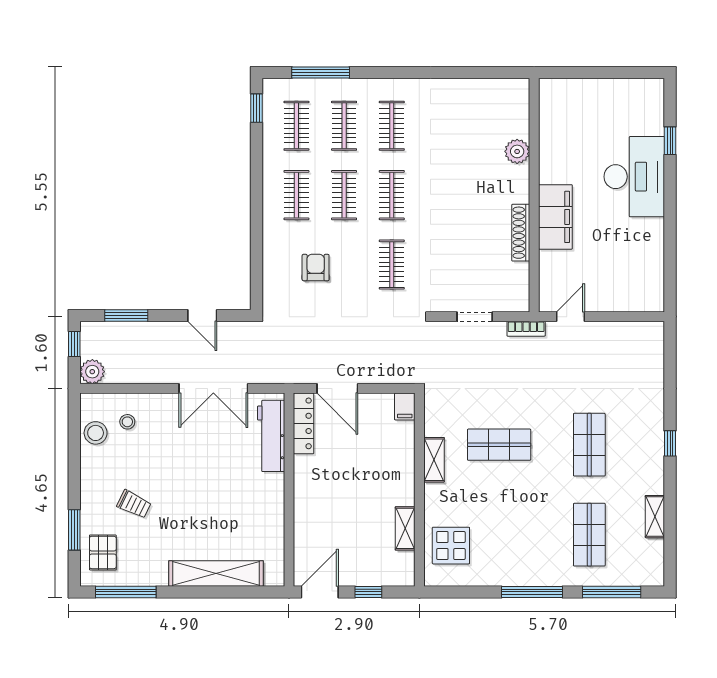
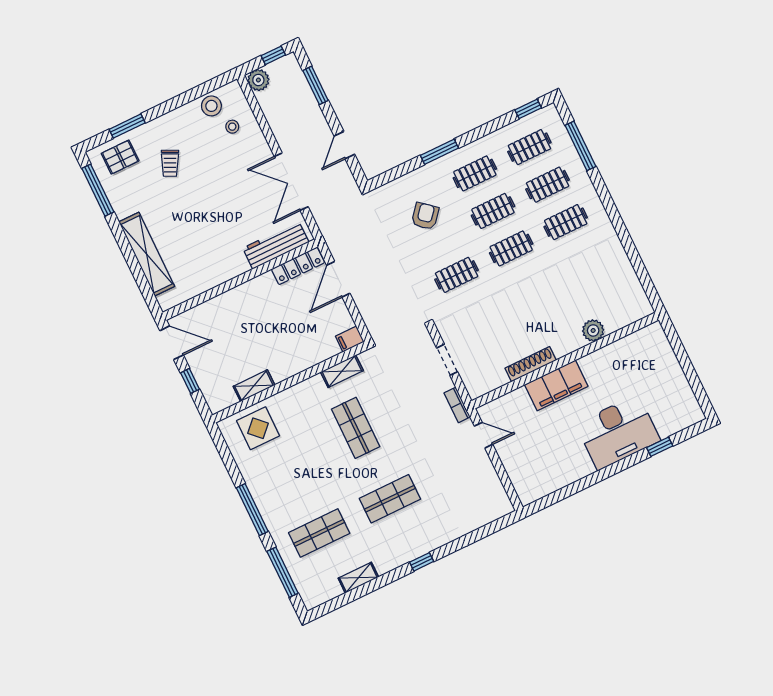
window: (256, 221) -> (439, 152), added
armchair: (316, 268) -> (425, 216), turned -50
shelving: (434, 460) -> (342, 371), moved

